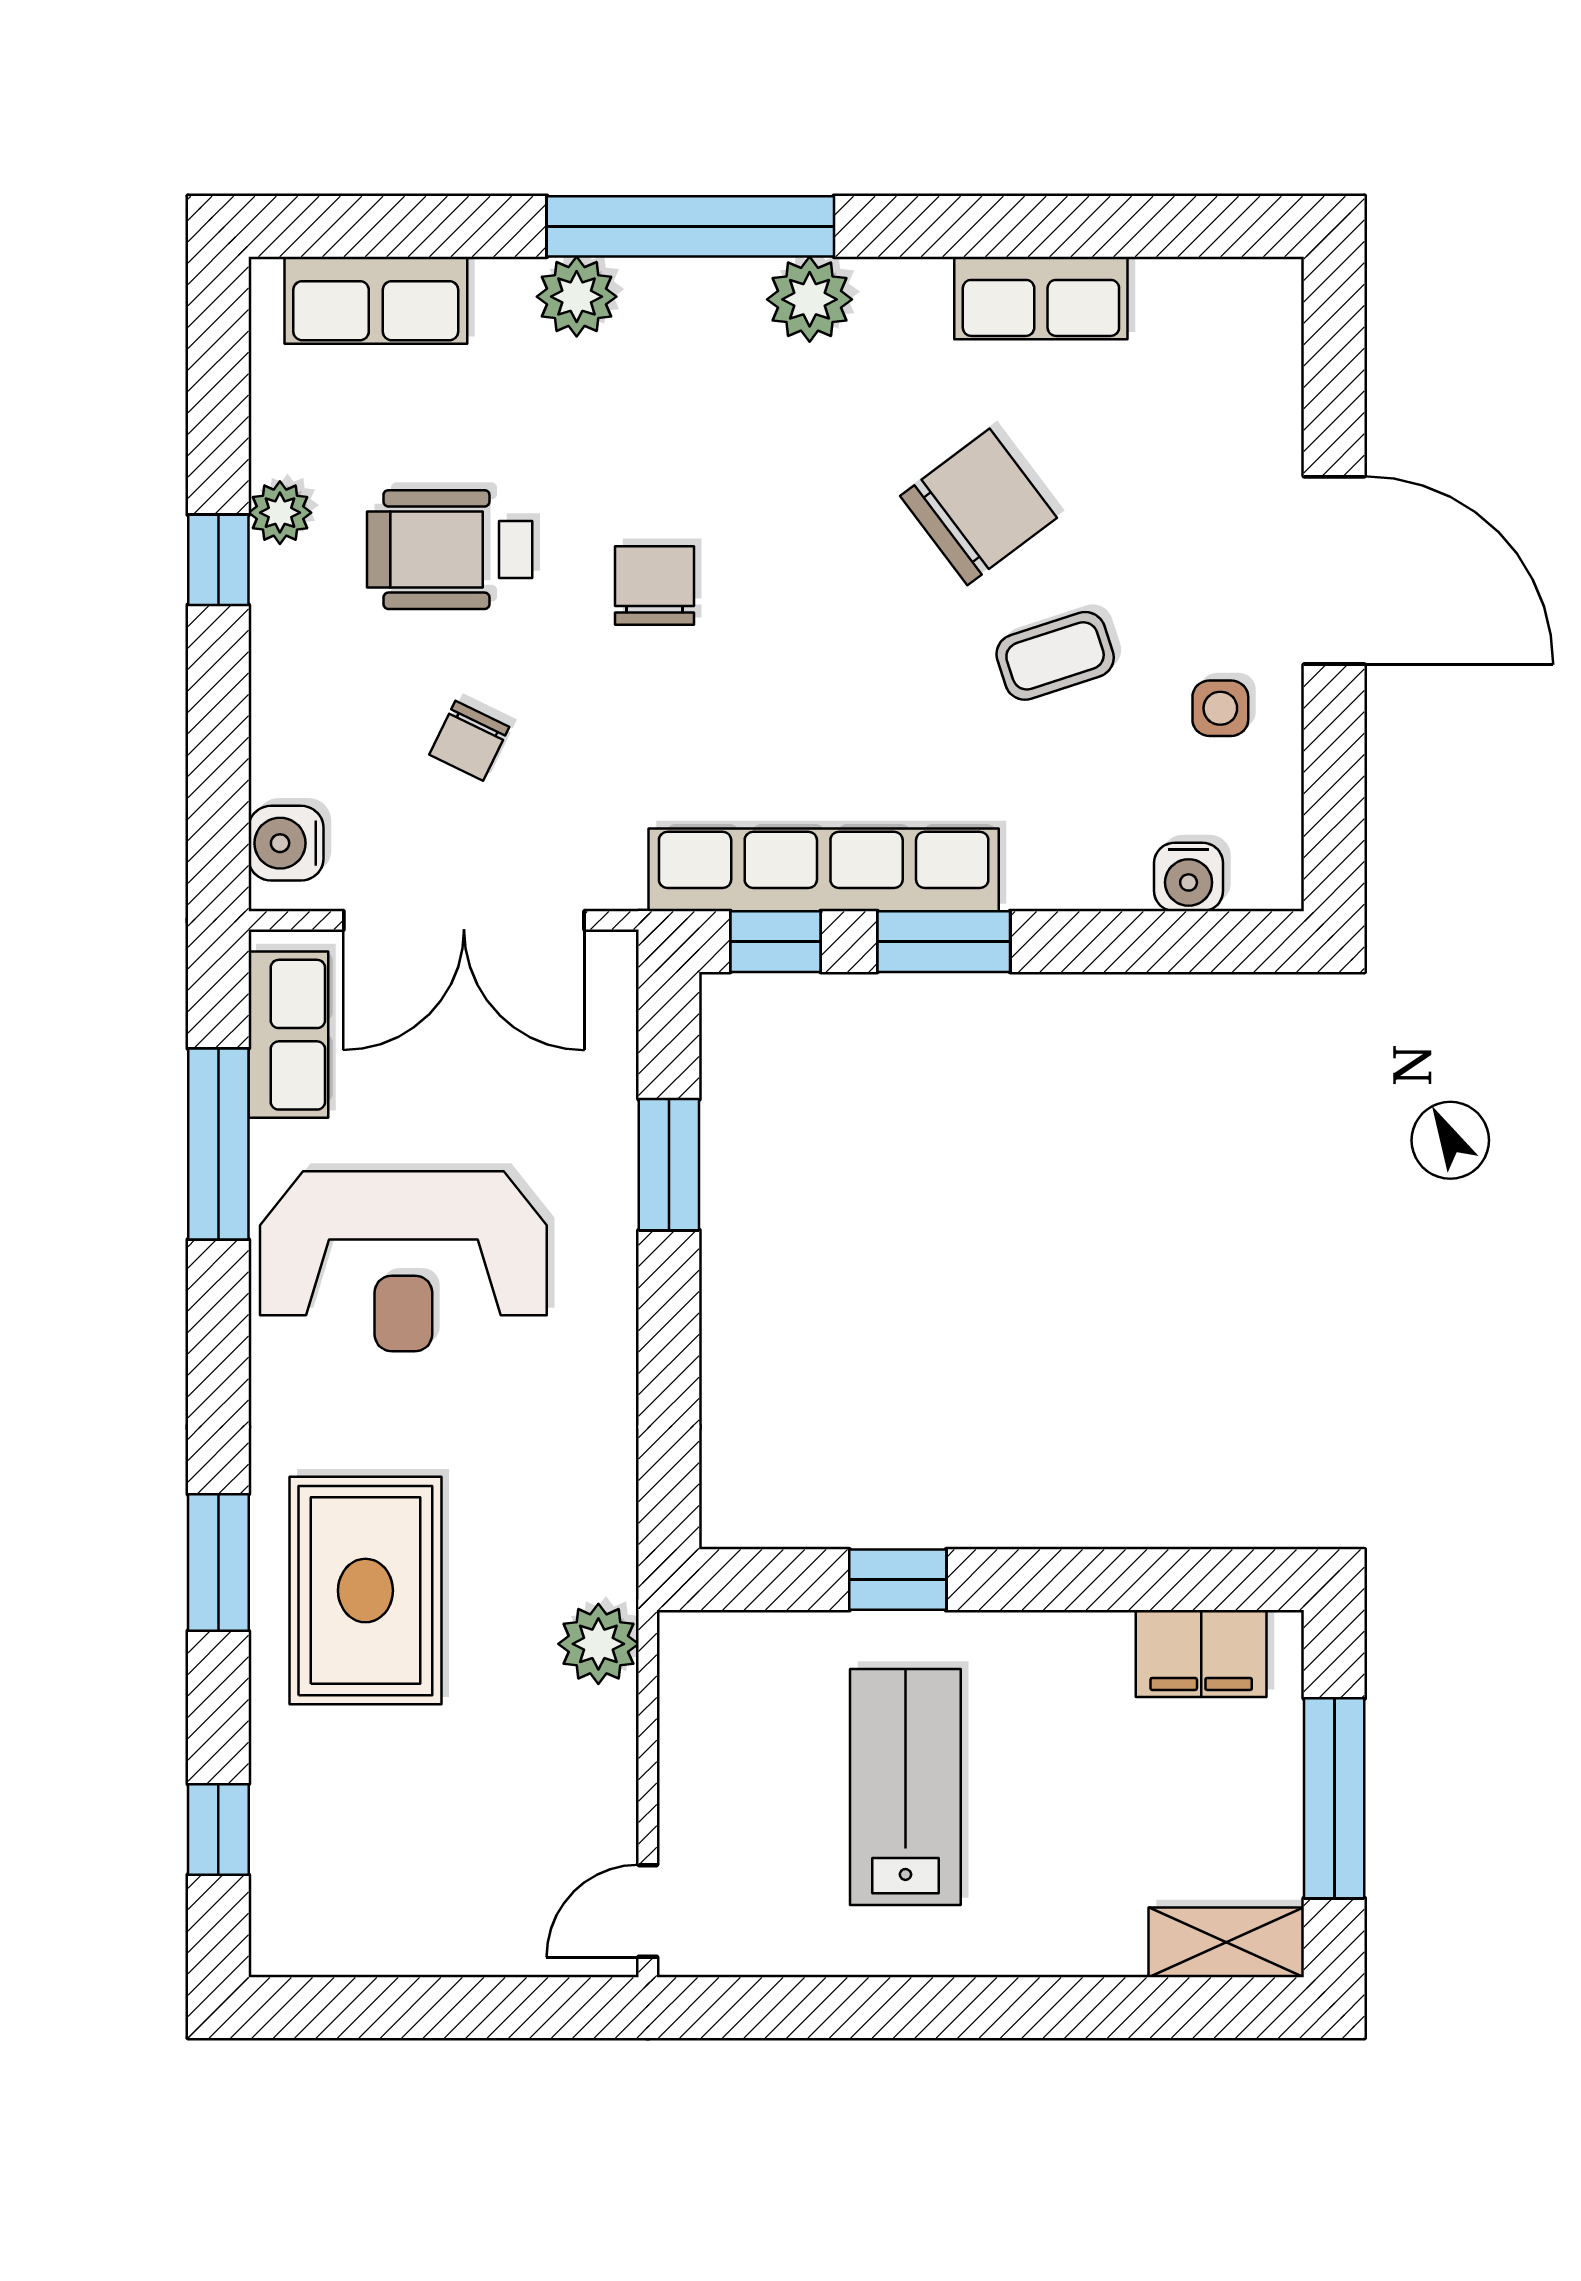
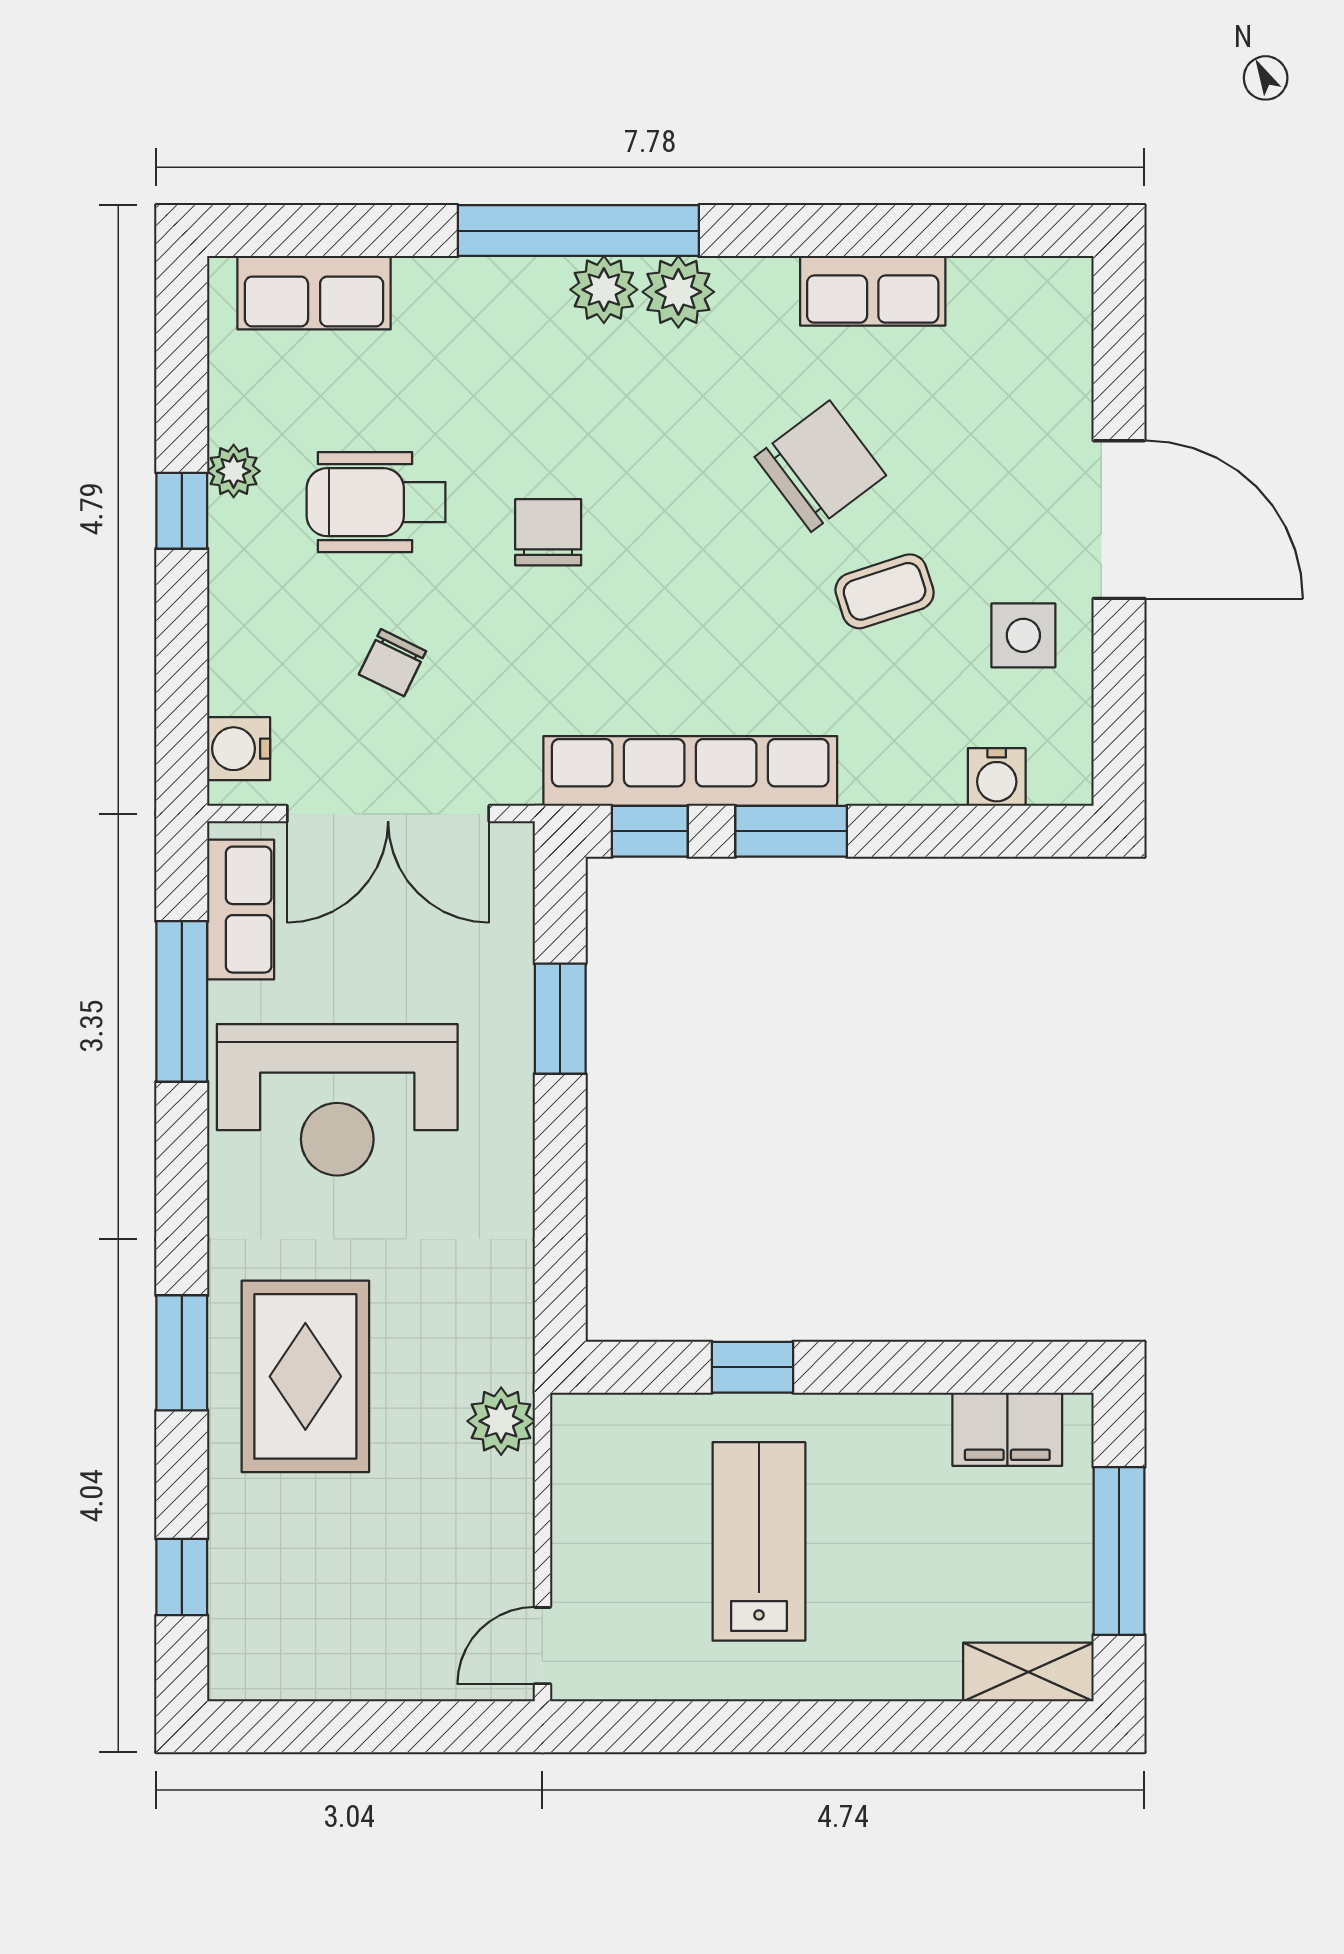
plant: (577, 297) -> (604, 290), moved
side table: (1220, 708) -> (1023, 635), width x1.37, depth x1.37

